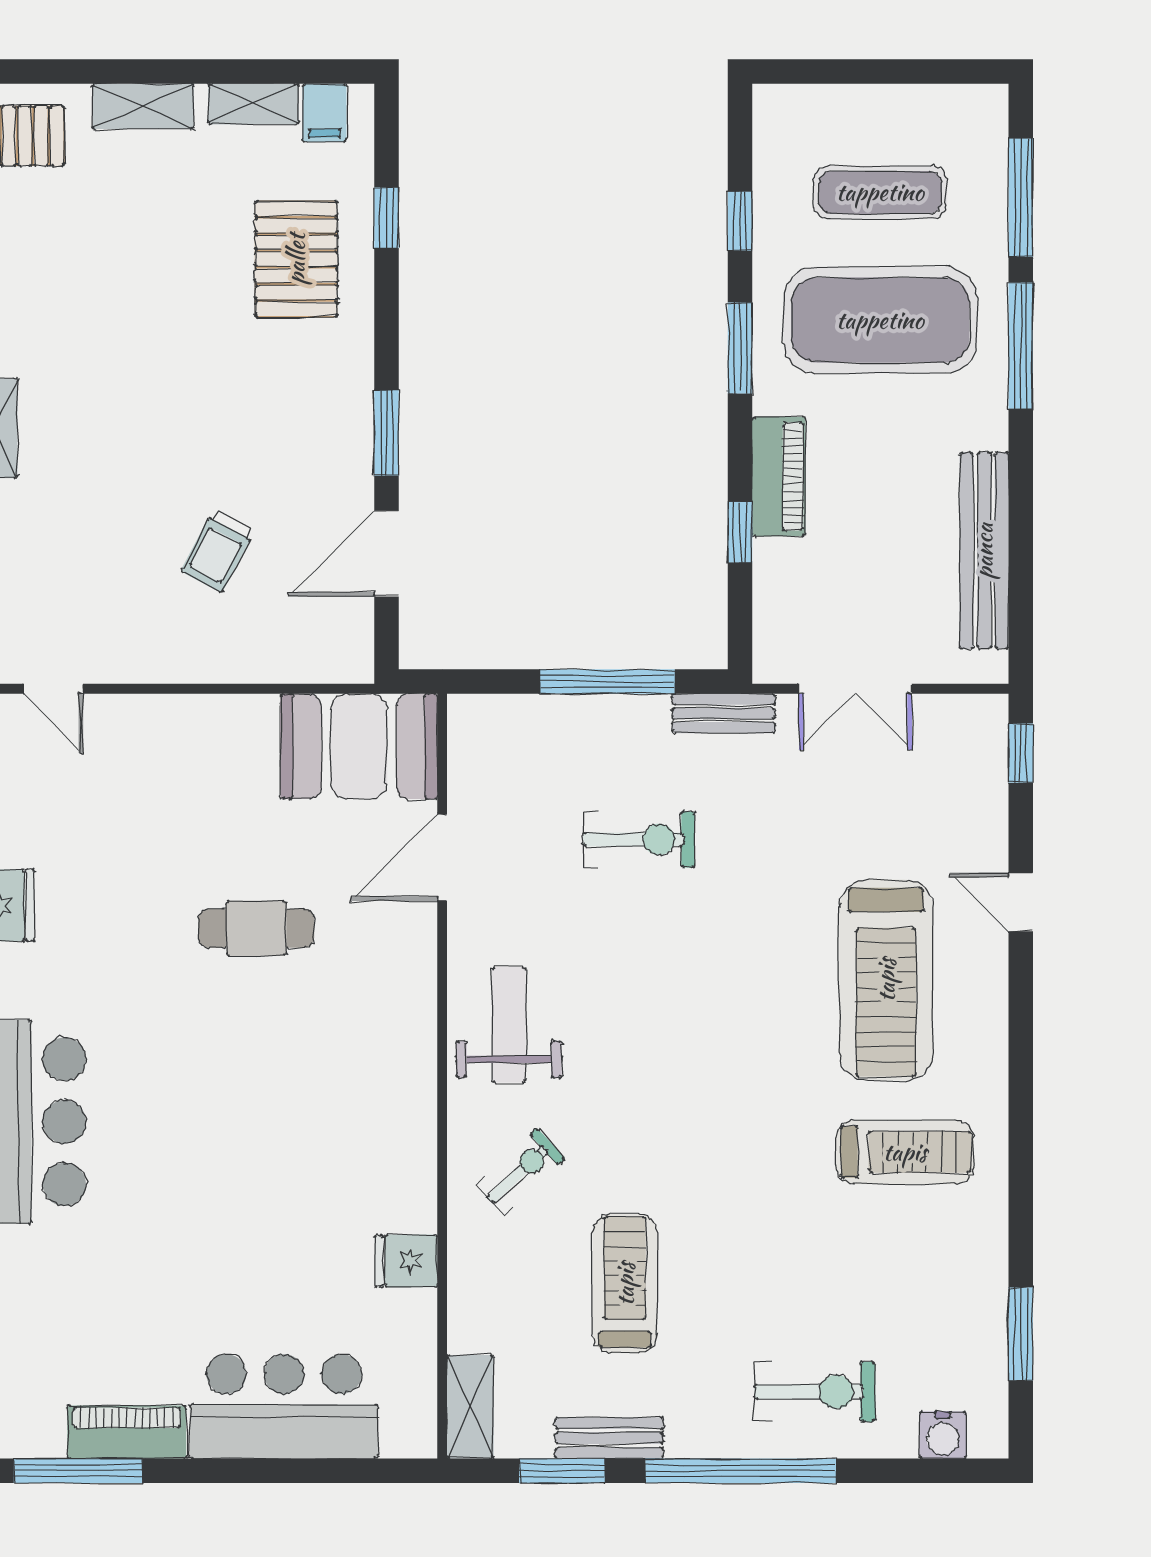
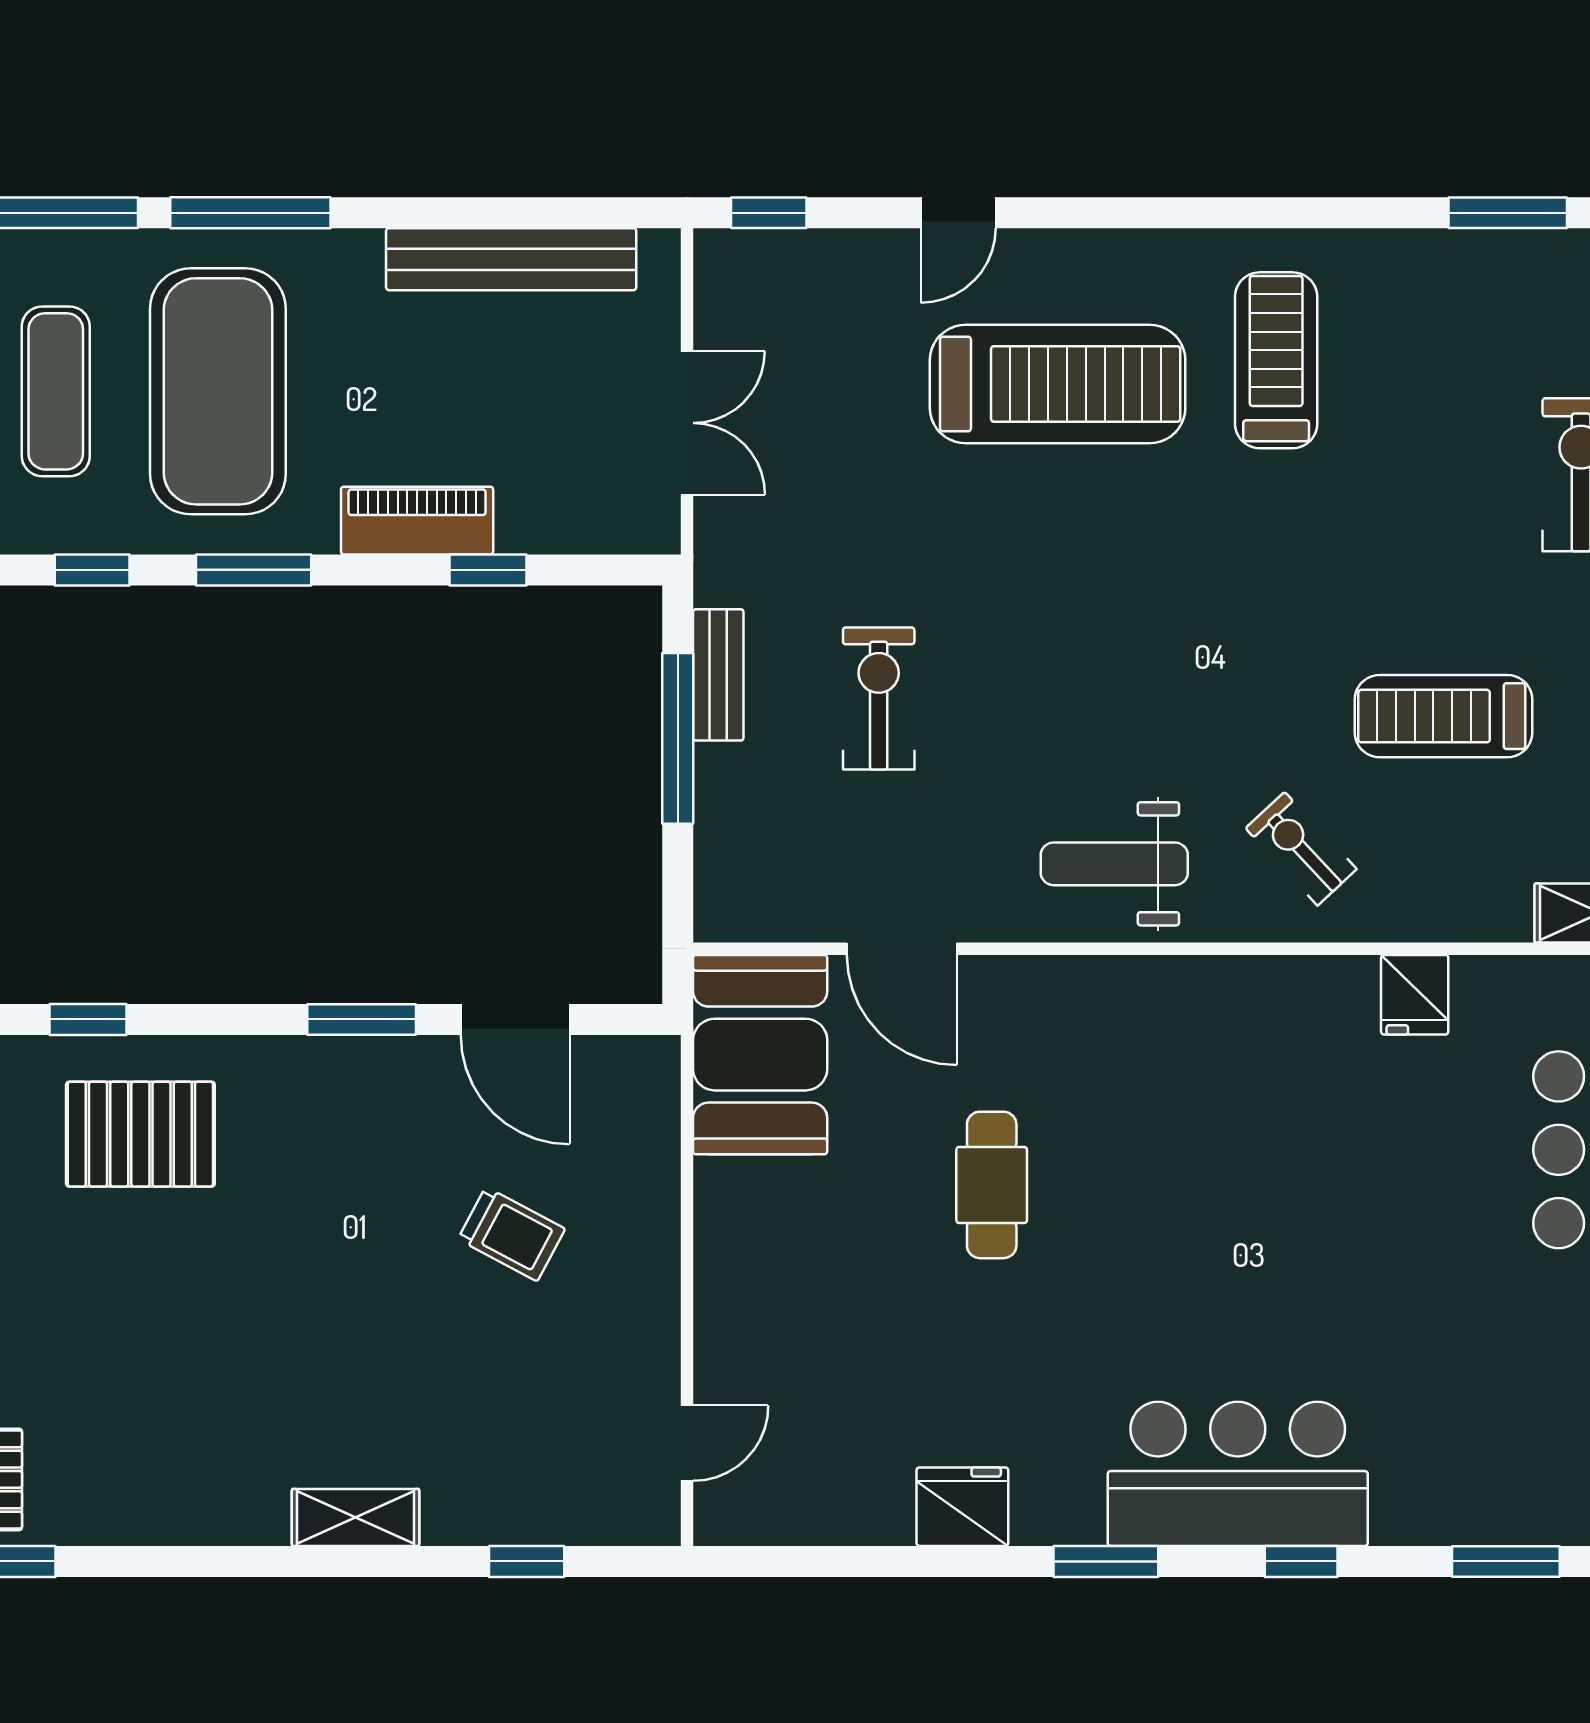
bench: (724, 713) -> (718, 675), moved

